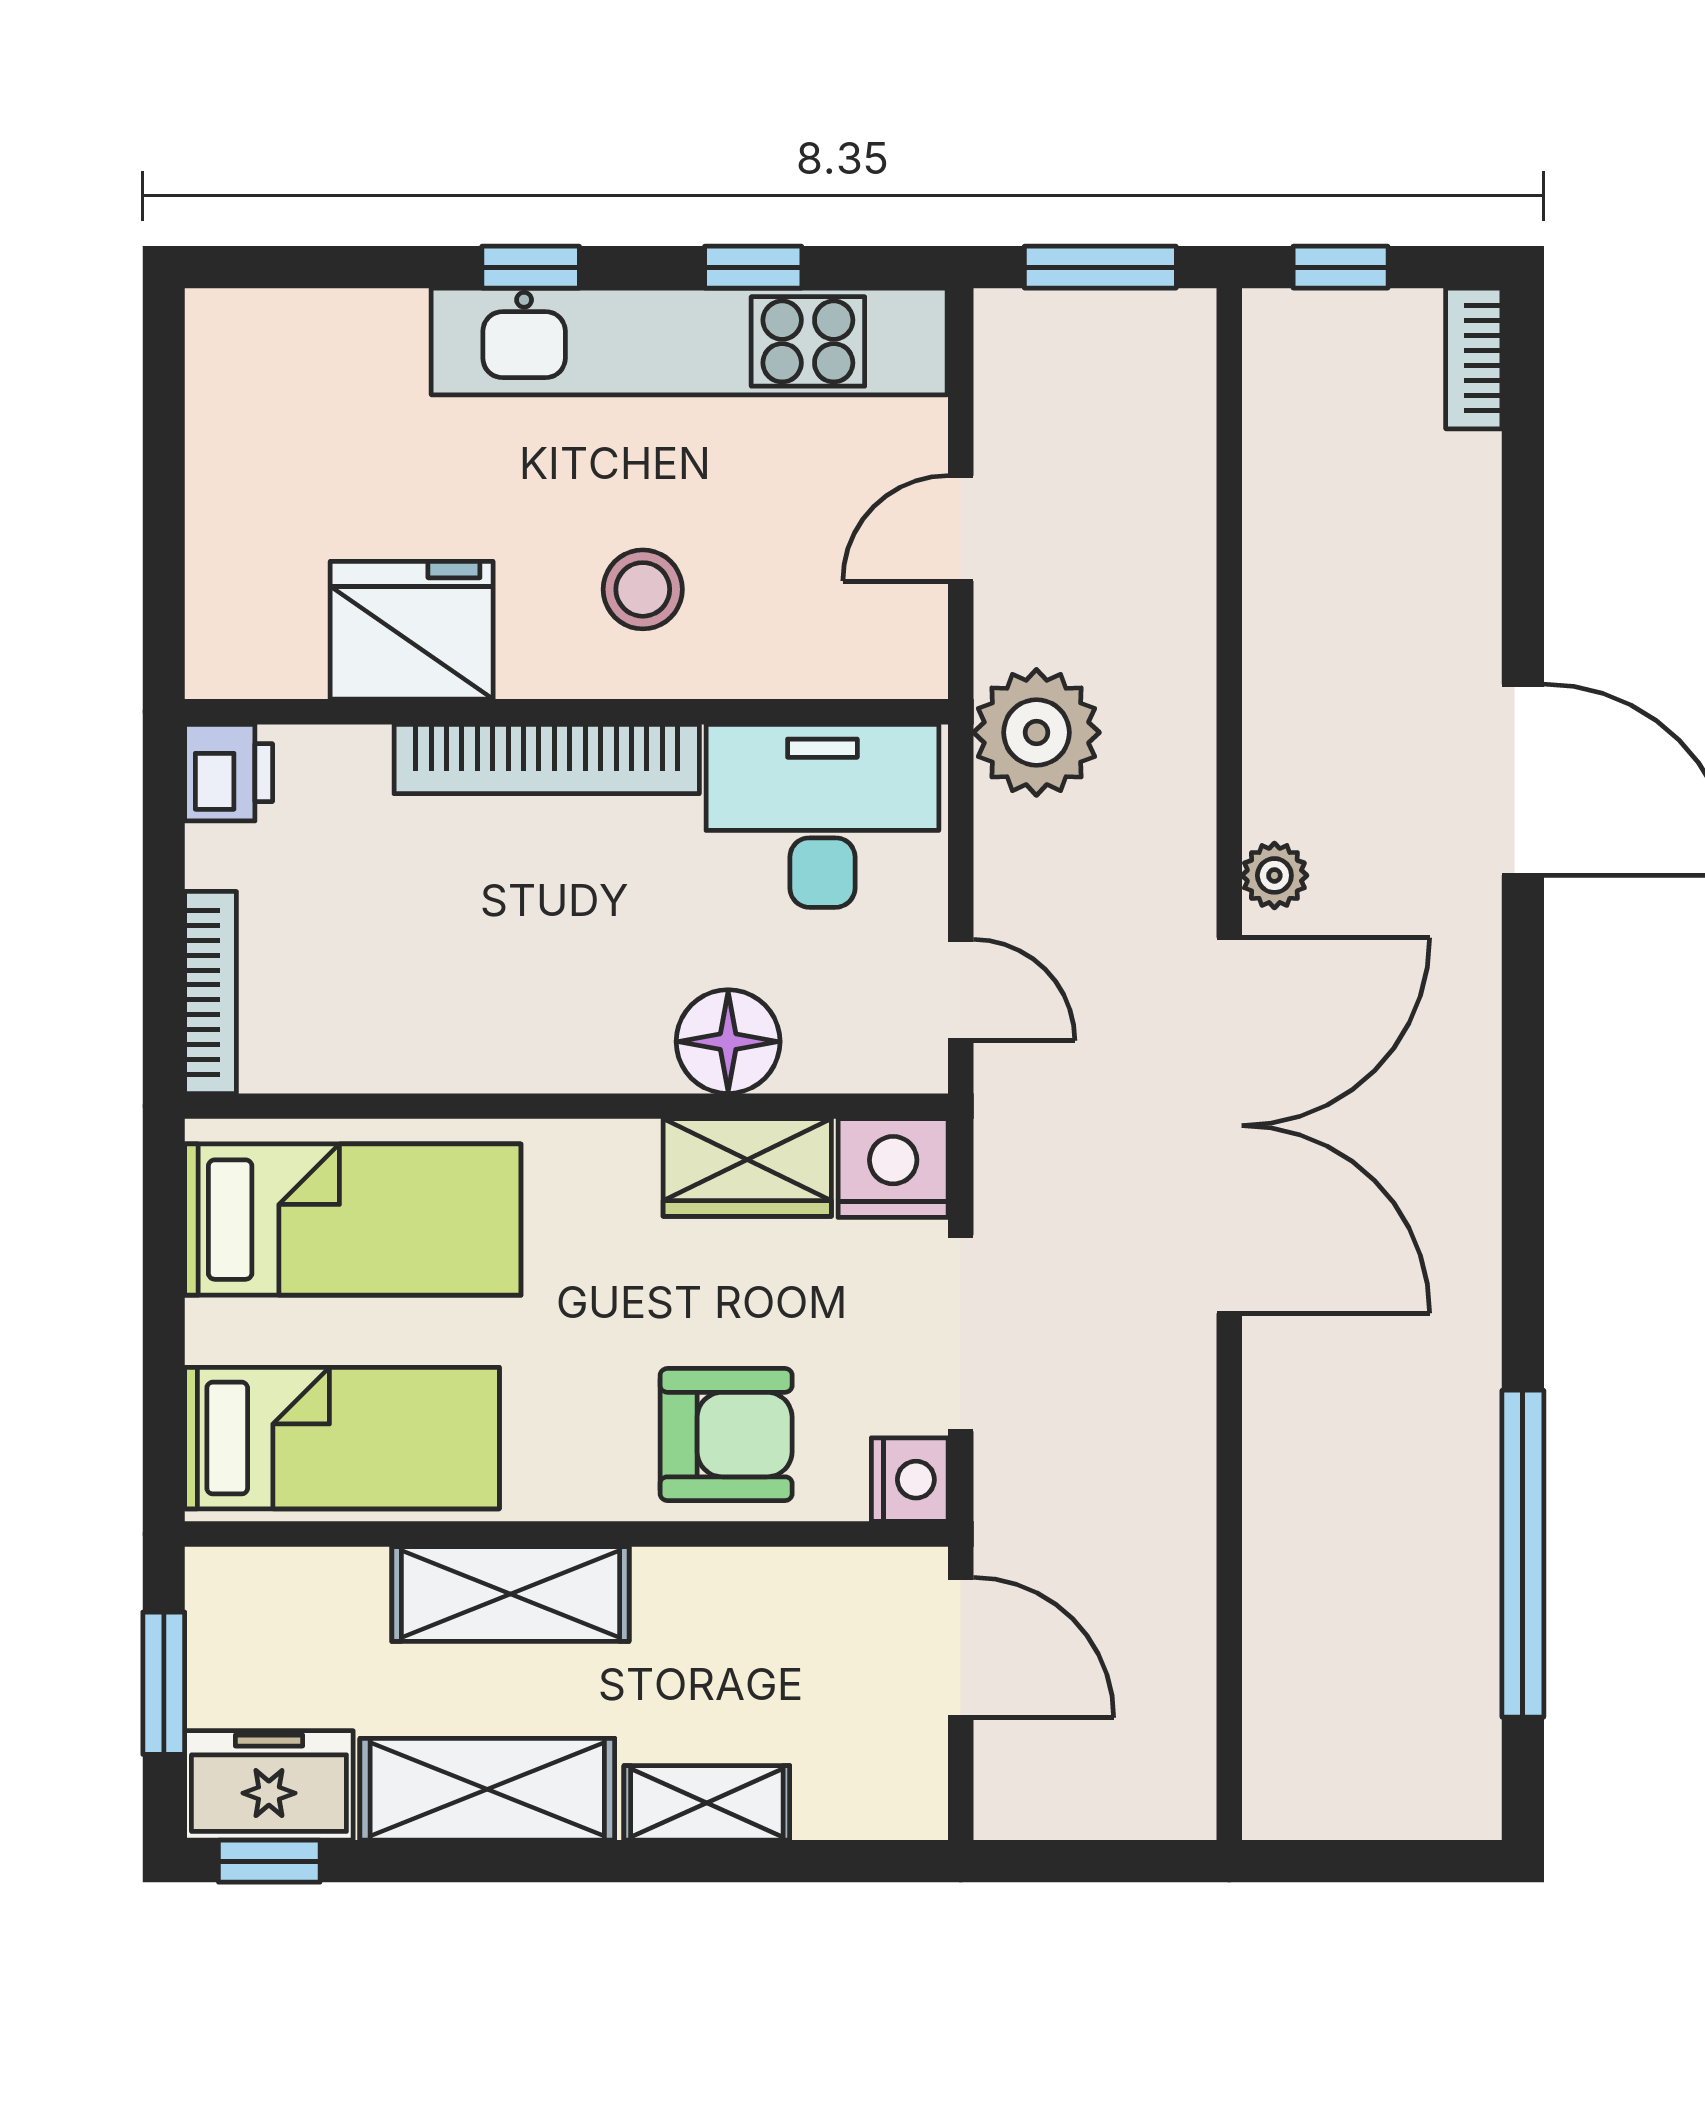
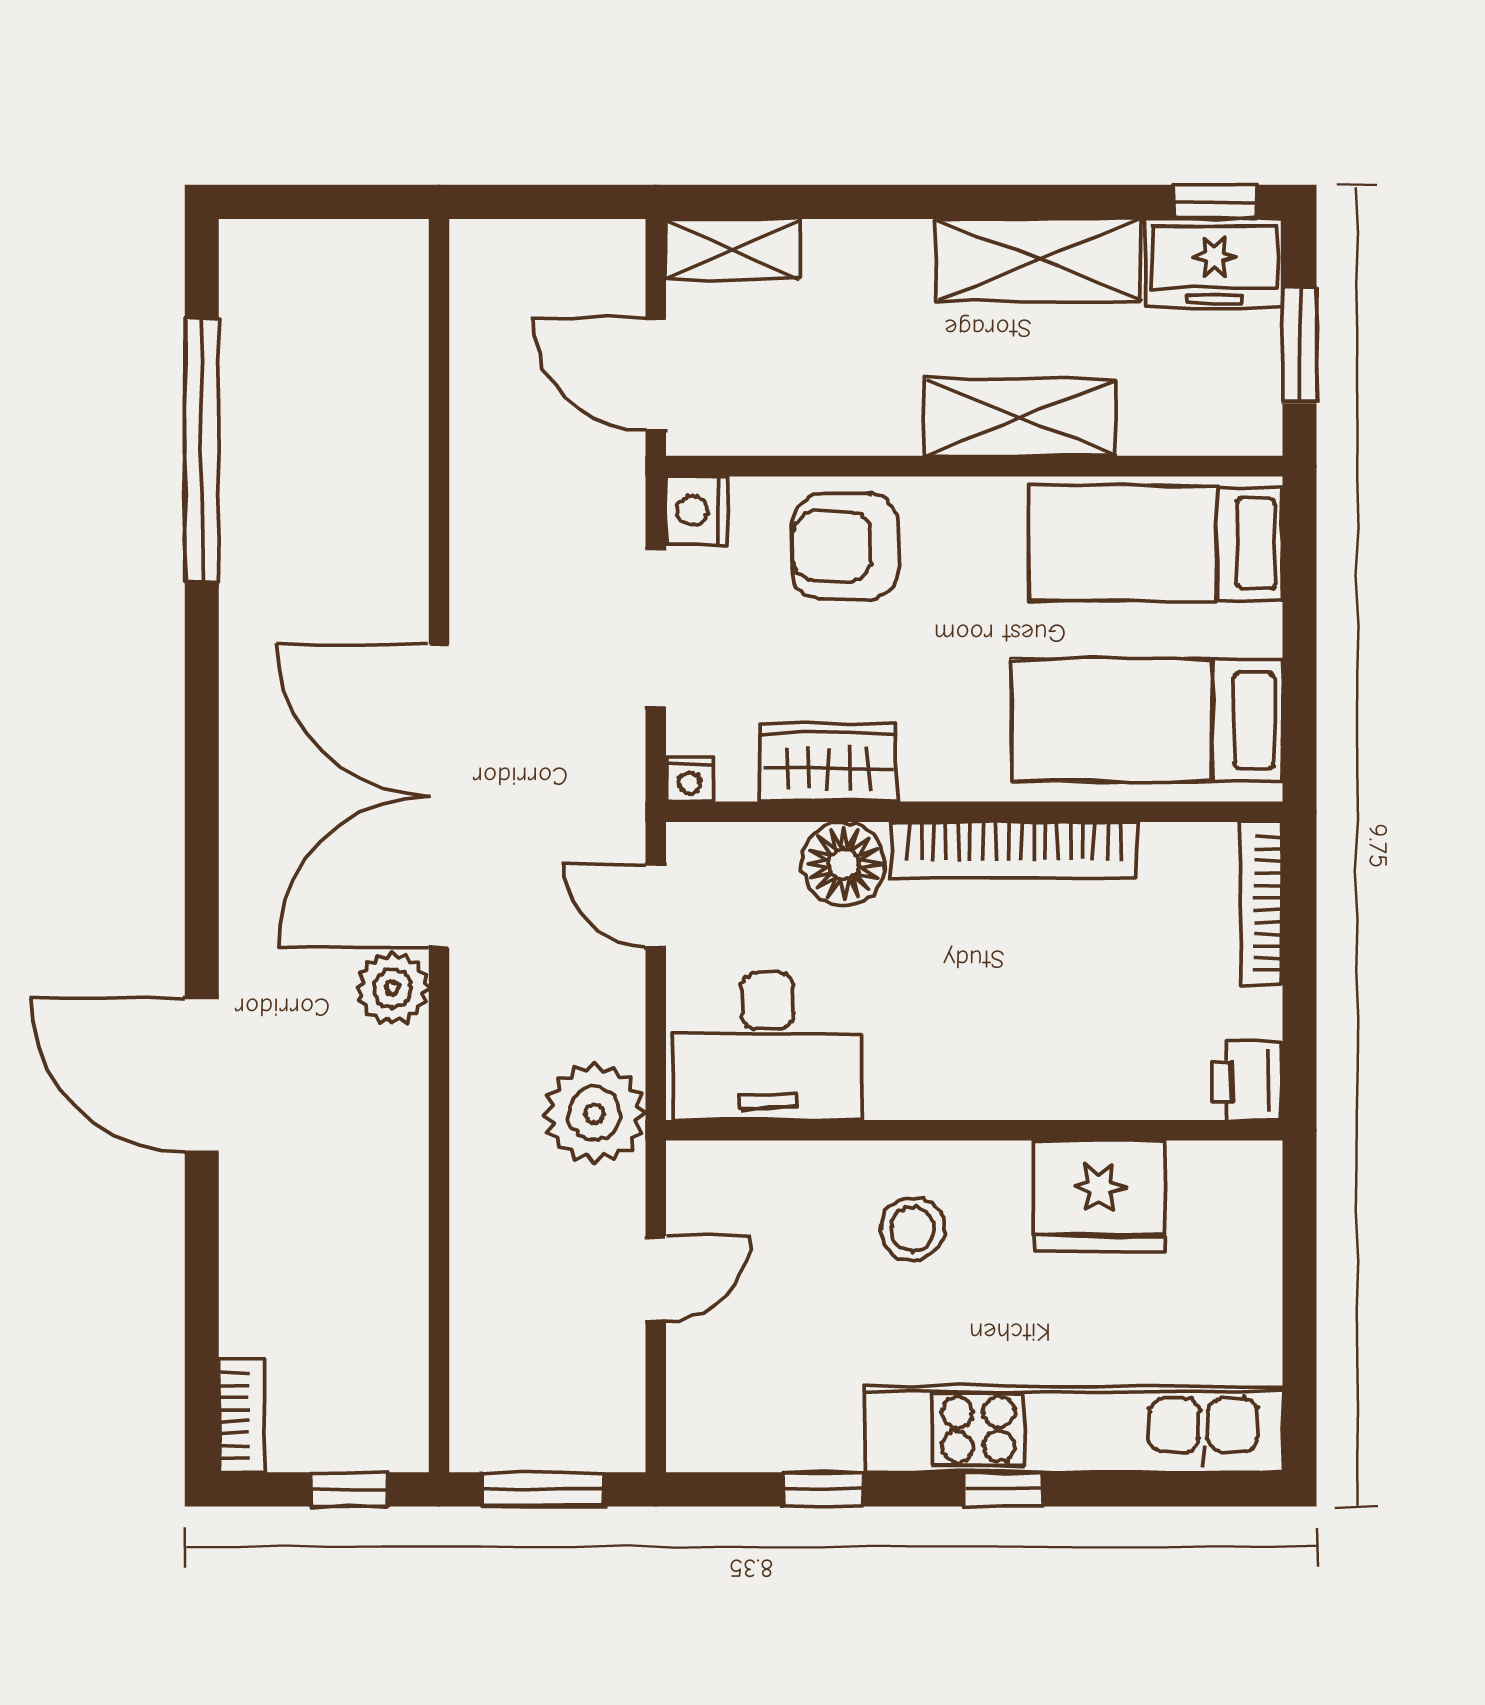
kitchen unit: (689, 341) -> (1074, 1429), moved
bookcase: (547, 759) -> (1014, 850), moved, turned 180
plant: (1274, 875) -> (393, 988), width x1.38, depth x1.38
nightstand: (893, 1168) -> (689, 779), width x0.53, depth x0.56
shelving: (707, 1803) -> (733, 249), moved

